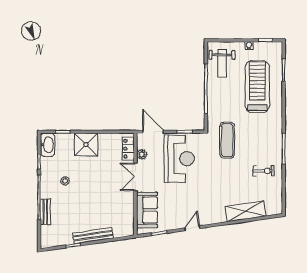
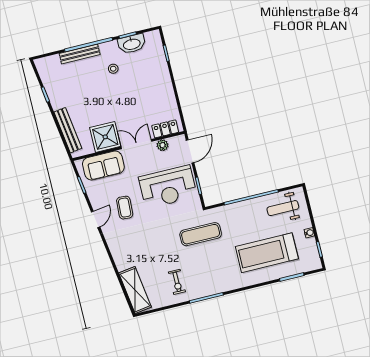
treadmill: (257, 87) -> (267, 253), turned 180
washbasin: (47, 145) -> (132, 44), moved
shower: (86, 145) -> (105, 137), moved
coffee table: (188, 200) -> (125, 208), added
shelving: (246, 211) -> (135, 290), moved
bench: (45, 212) -> (80, 54), width x1.36
door: (192, 228) -> (96, 219), hinge flipped
bench: (93, 236) -> (68, 130), moved

